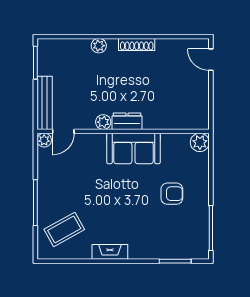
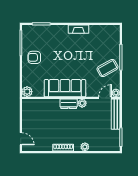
sofa: (133, 148) -> (65, 88), width x1.36
armchair: (172, 194) -> (34, 57), moved
coffee table: (64, 229) -> (107, 68), moved

